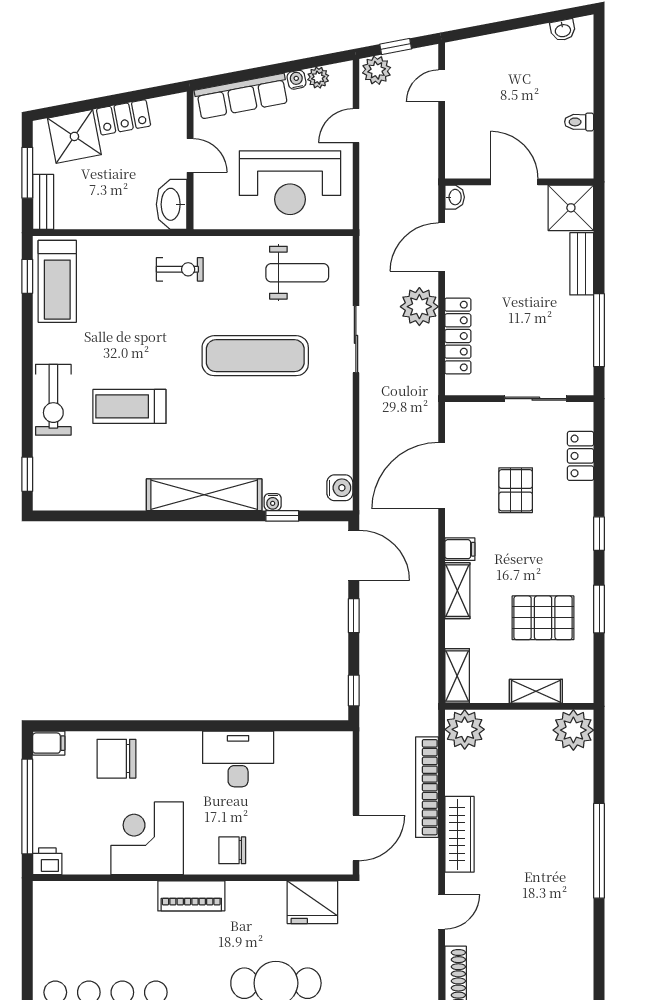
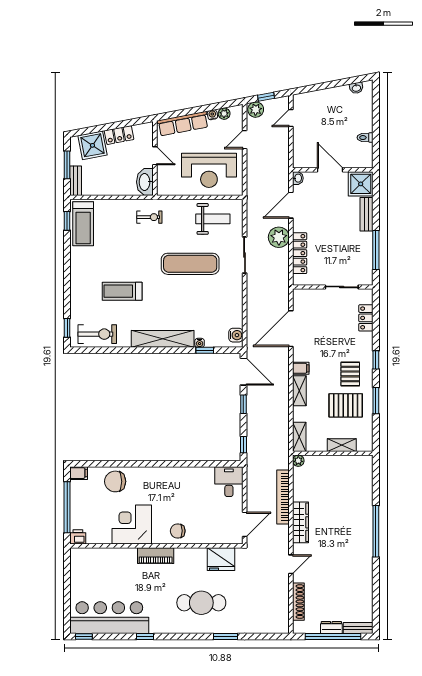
exercise bike: (53, 400) -> (97, 334), moved, turned -90
pallet: (516, 490) -> (350, 374), moved
plant: (465, 729) -> (298, 461), width x0.53, depth x0.53
plant: (573, 730) -> (362, 466), removed
desk: (238, 759) -> (229, 482), moved, width x0.73

